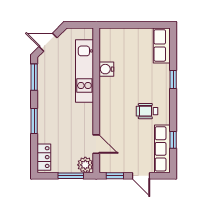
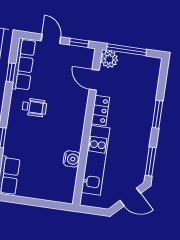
locker: (44, 157) -> (100, 110), moved, turned 180
window: (71, 176) -> (127, 50), width x1.44

